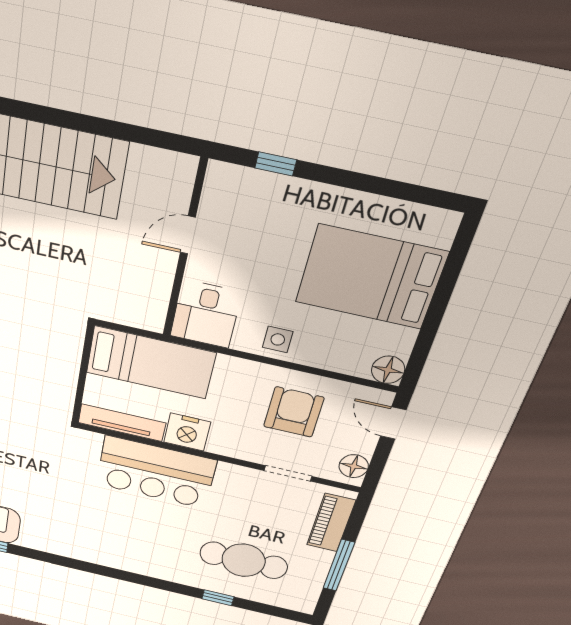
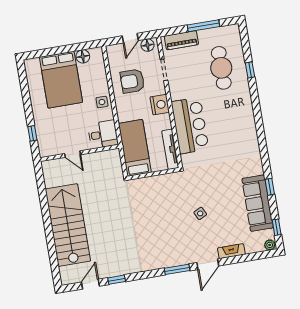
floor lamp: (388, 370) -> (83, 56), moved
door: (393, 423) -> (130, 38), moved
nightstand: (187, 432) -> (160, 105), moved

